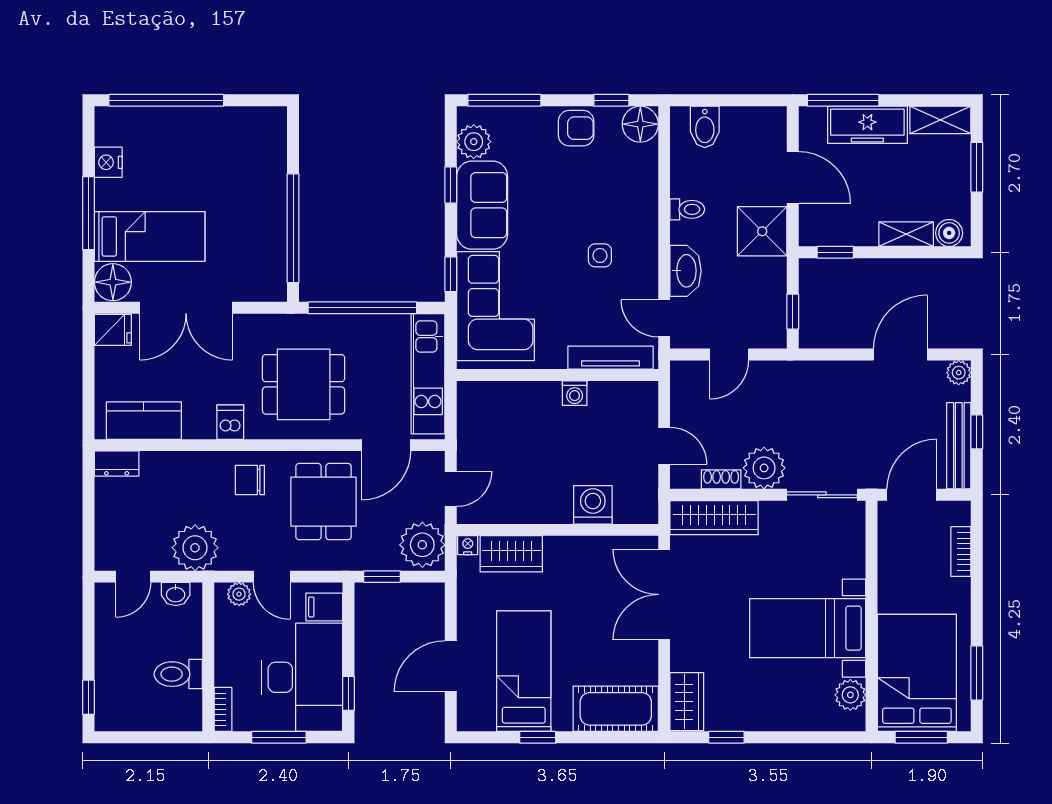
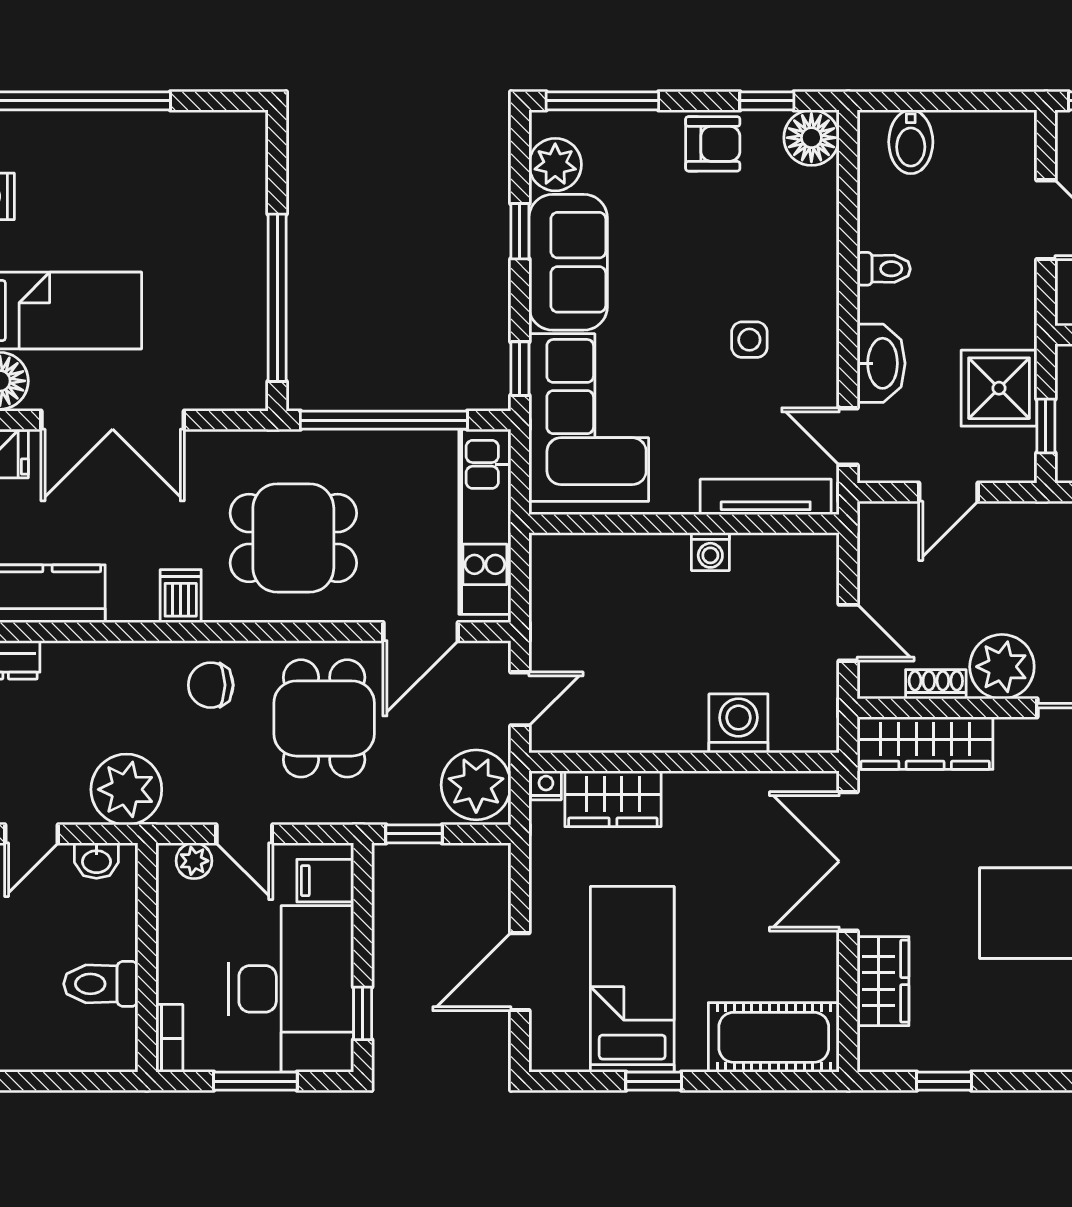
shower: (762, 231) -> (999, 388), moved
wardrobe: (687, 702) -> (883, 981), moved

